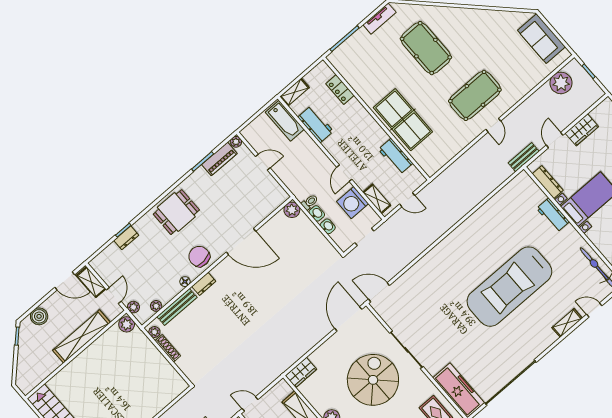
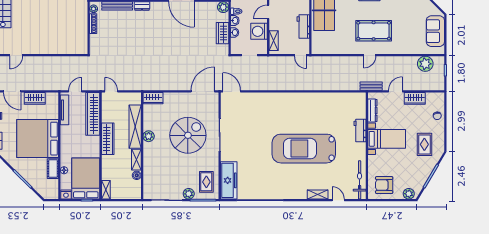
door: (407, 200) -> (301, 55), moved
wardrobe: (315, 238) -> (223, 33), added

